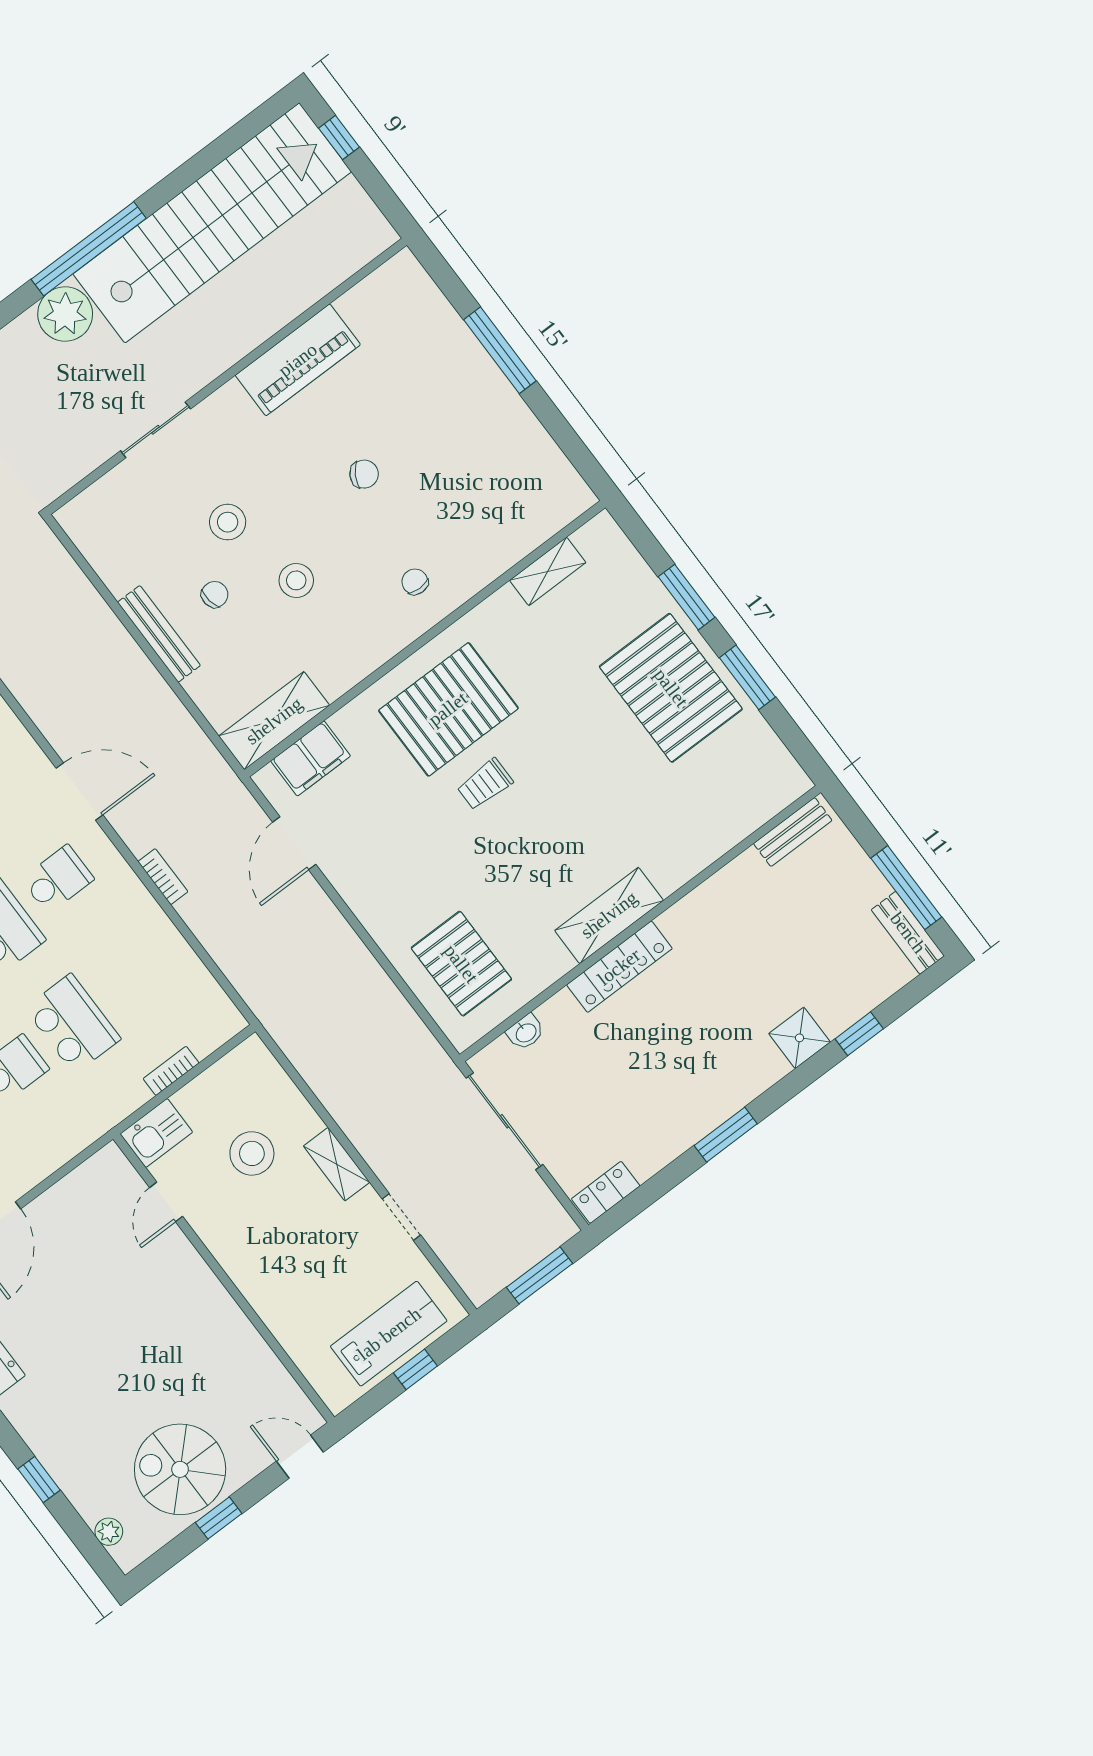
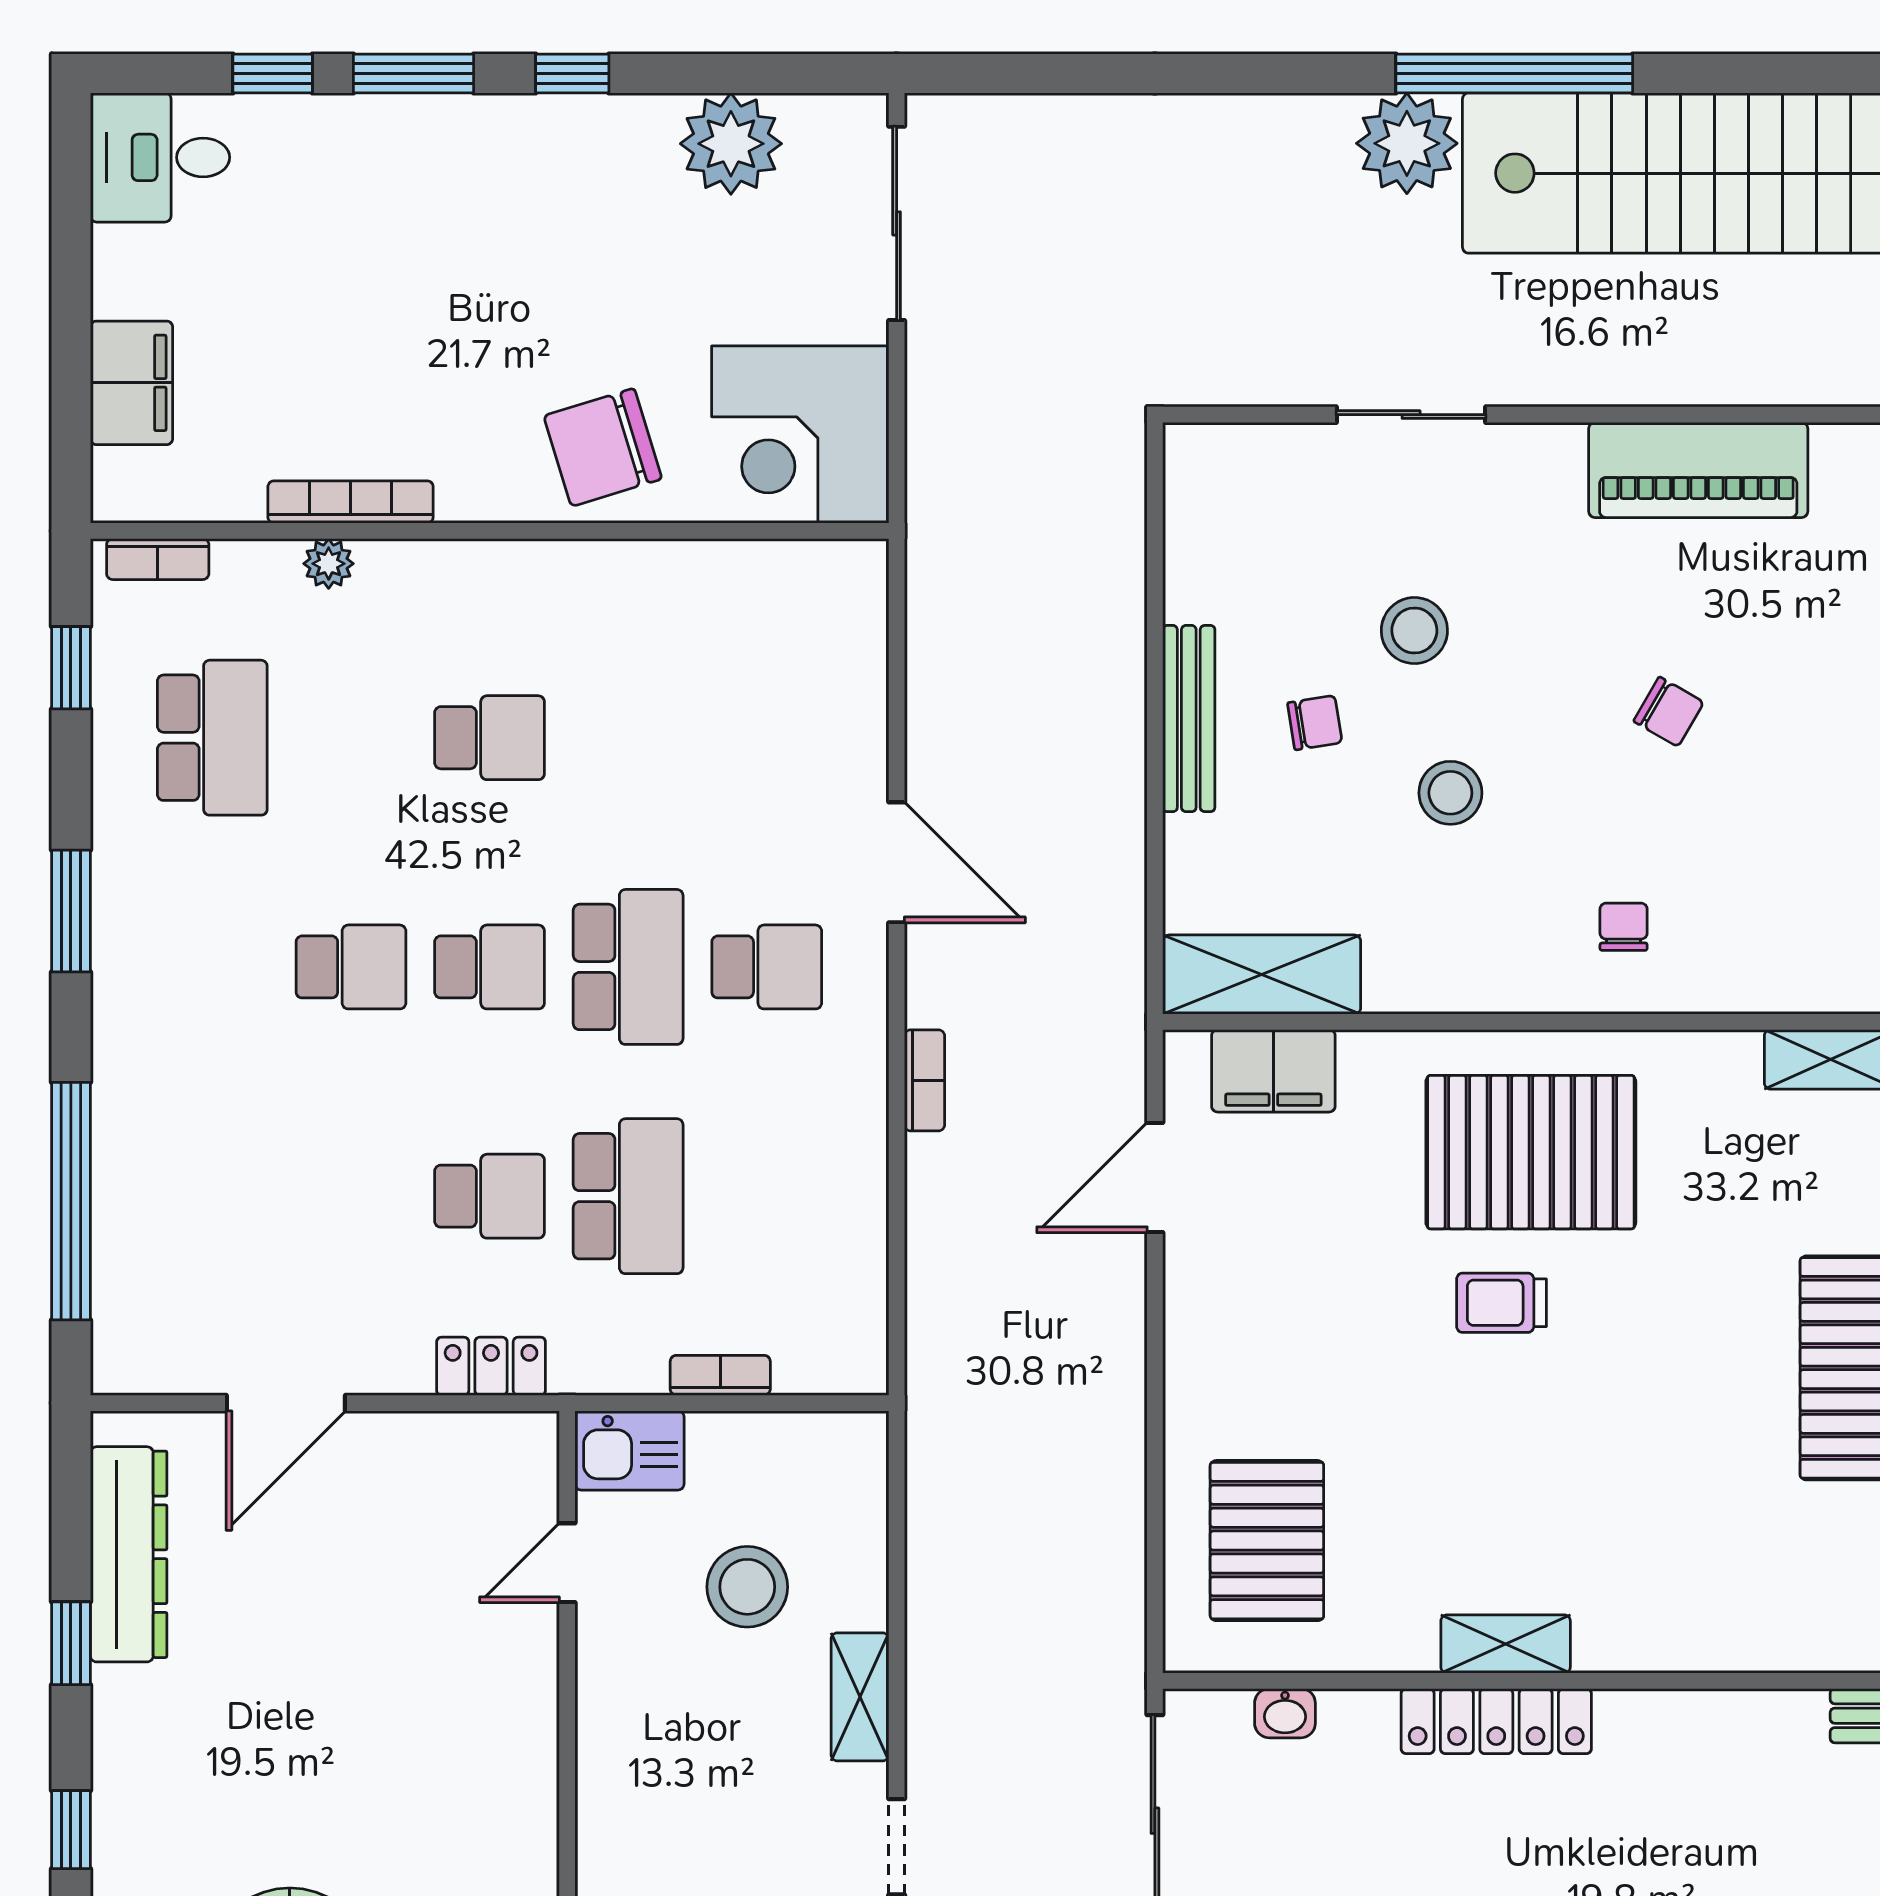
shelving: (609, 915) -> (1506, 1644), width x0.67, depth x0.75
locker: (69, 1142) -> (491, 1366), added

